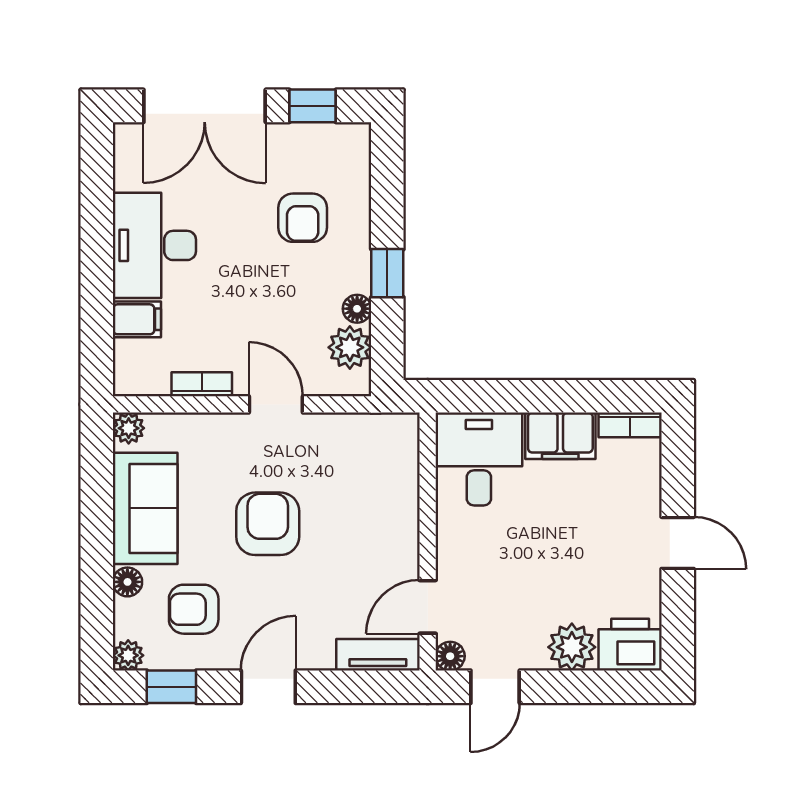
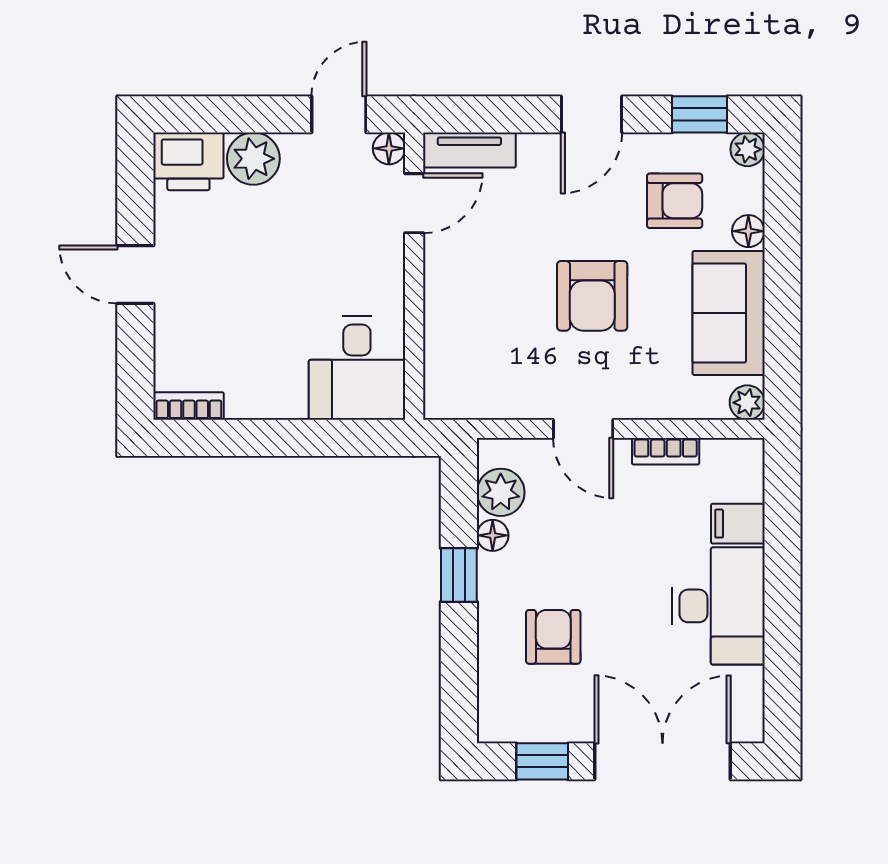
filing cabinet: (560, 436) -> (266, 394), removed

